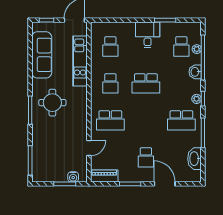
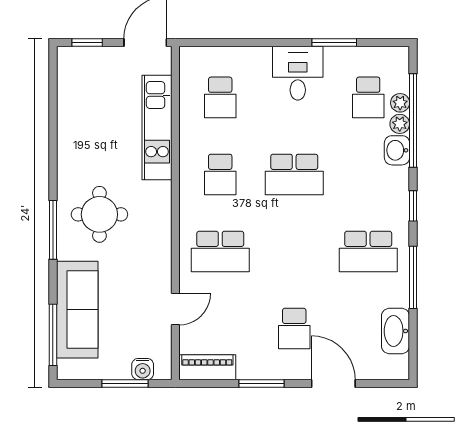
sofa: (42, 55) -> (77, 310), moved
plant: (197, 99) -> (400, 124), moved

